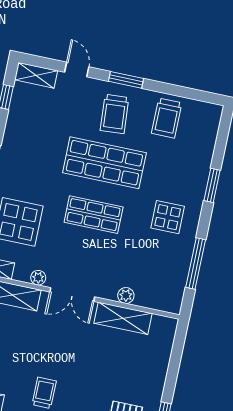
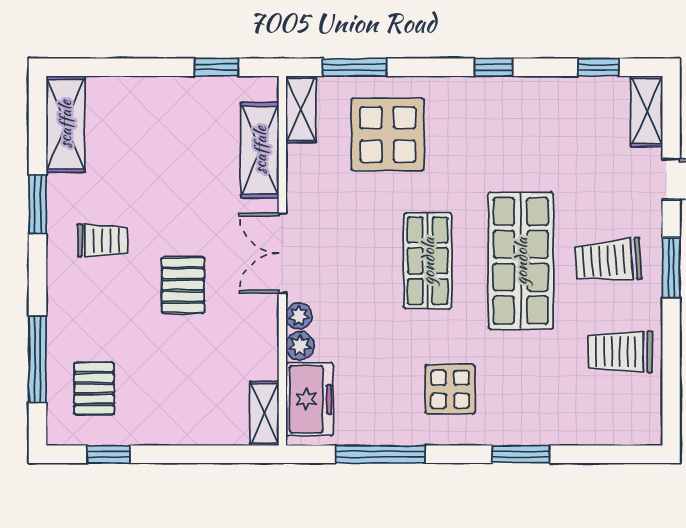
plant: (38, 278) -> (299, 316), moved
freezer: (157, 296) -> (310, 399), added
shelving: (123, 318) -> (265, 413), moved, width x0.67, depth x0.75
pallet: (78, 353) -> (183, 285), added

